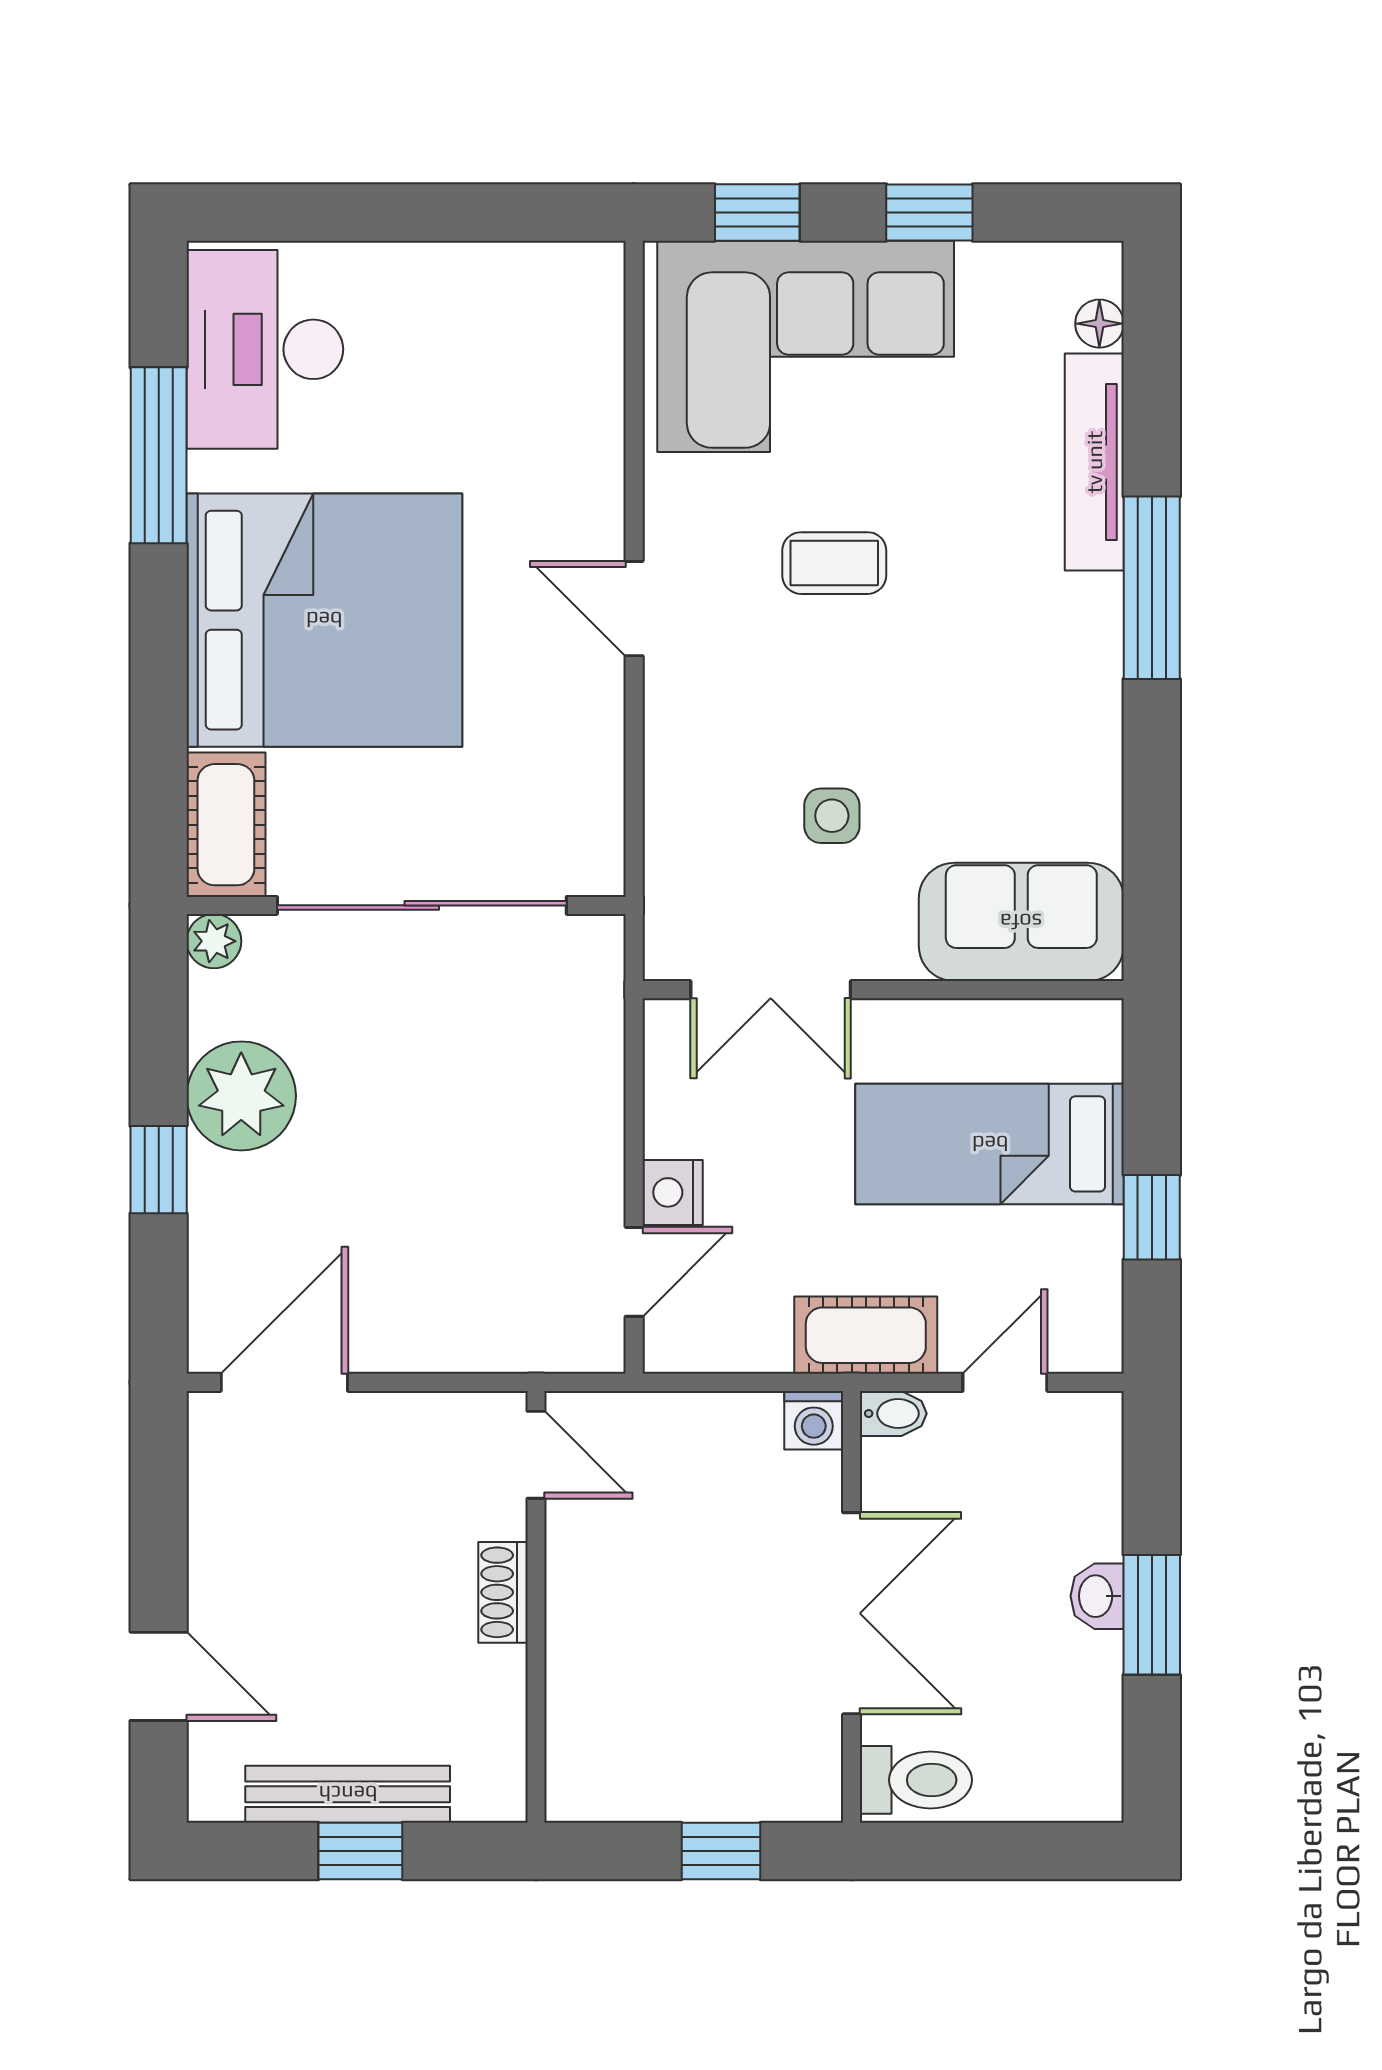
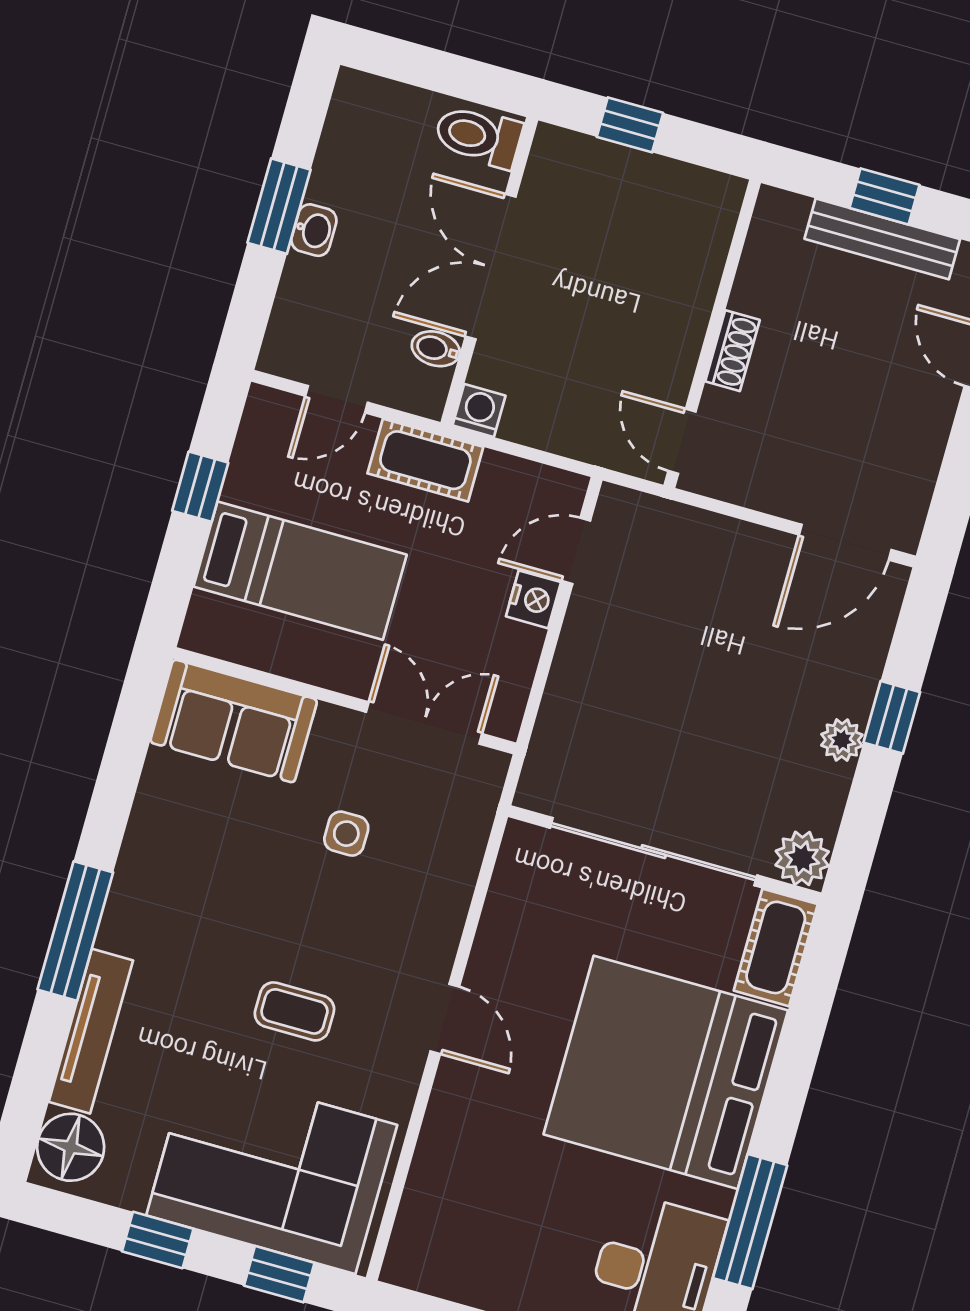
floor lamp: (1099, 324) -> (71, 1147), width x1.89, depth x1.89
plant: (214, 941) -> (802, 858), width x1.38, depth x1.38
plant: (241, 1096) -> (842, 740), width x0.53, depth x0.53
bidet: (893, 1414) -> (436, 349), moved

